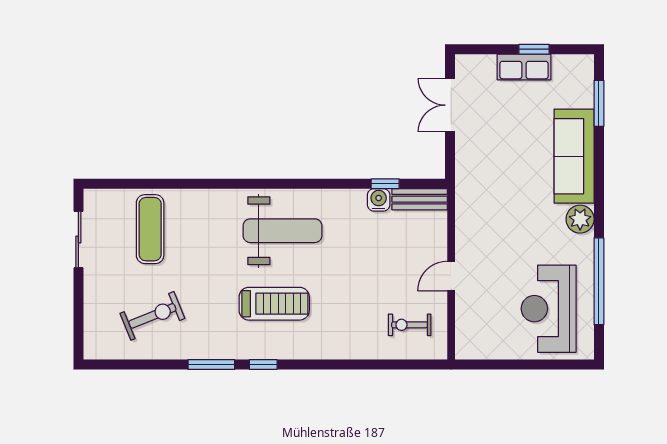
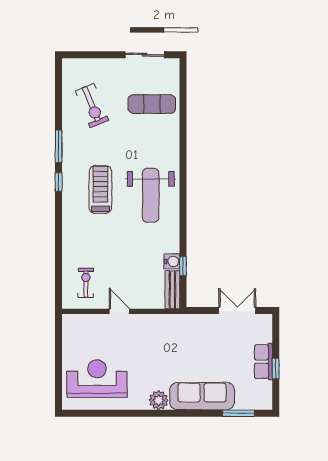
window: (599, 281) -> (116, 413), removed
treadmill: (274, 304) -> (100, 190), turned 180

